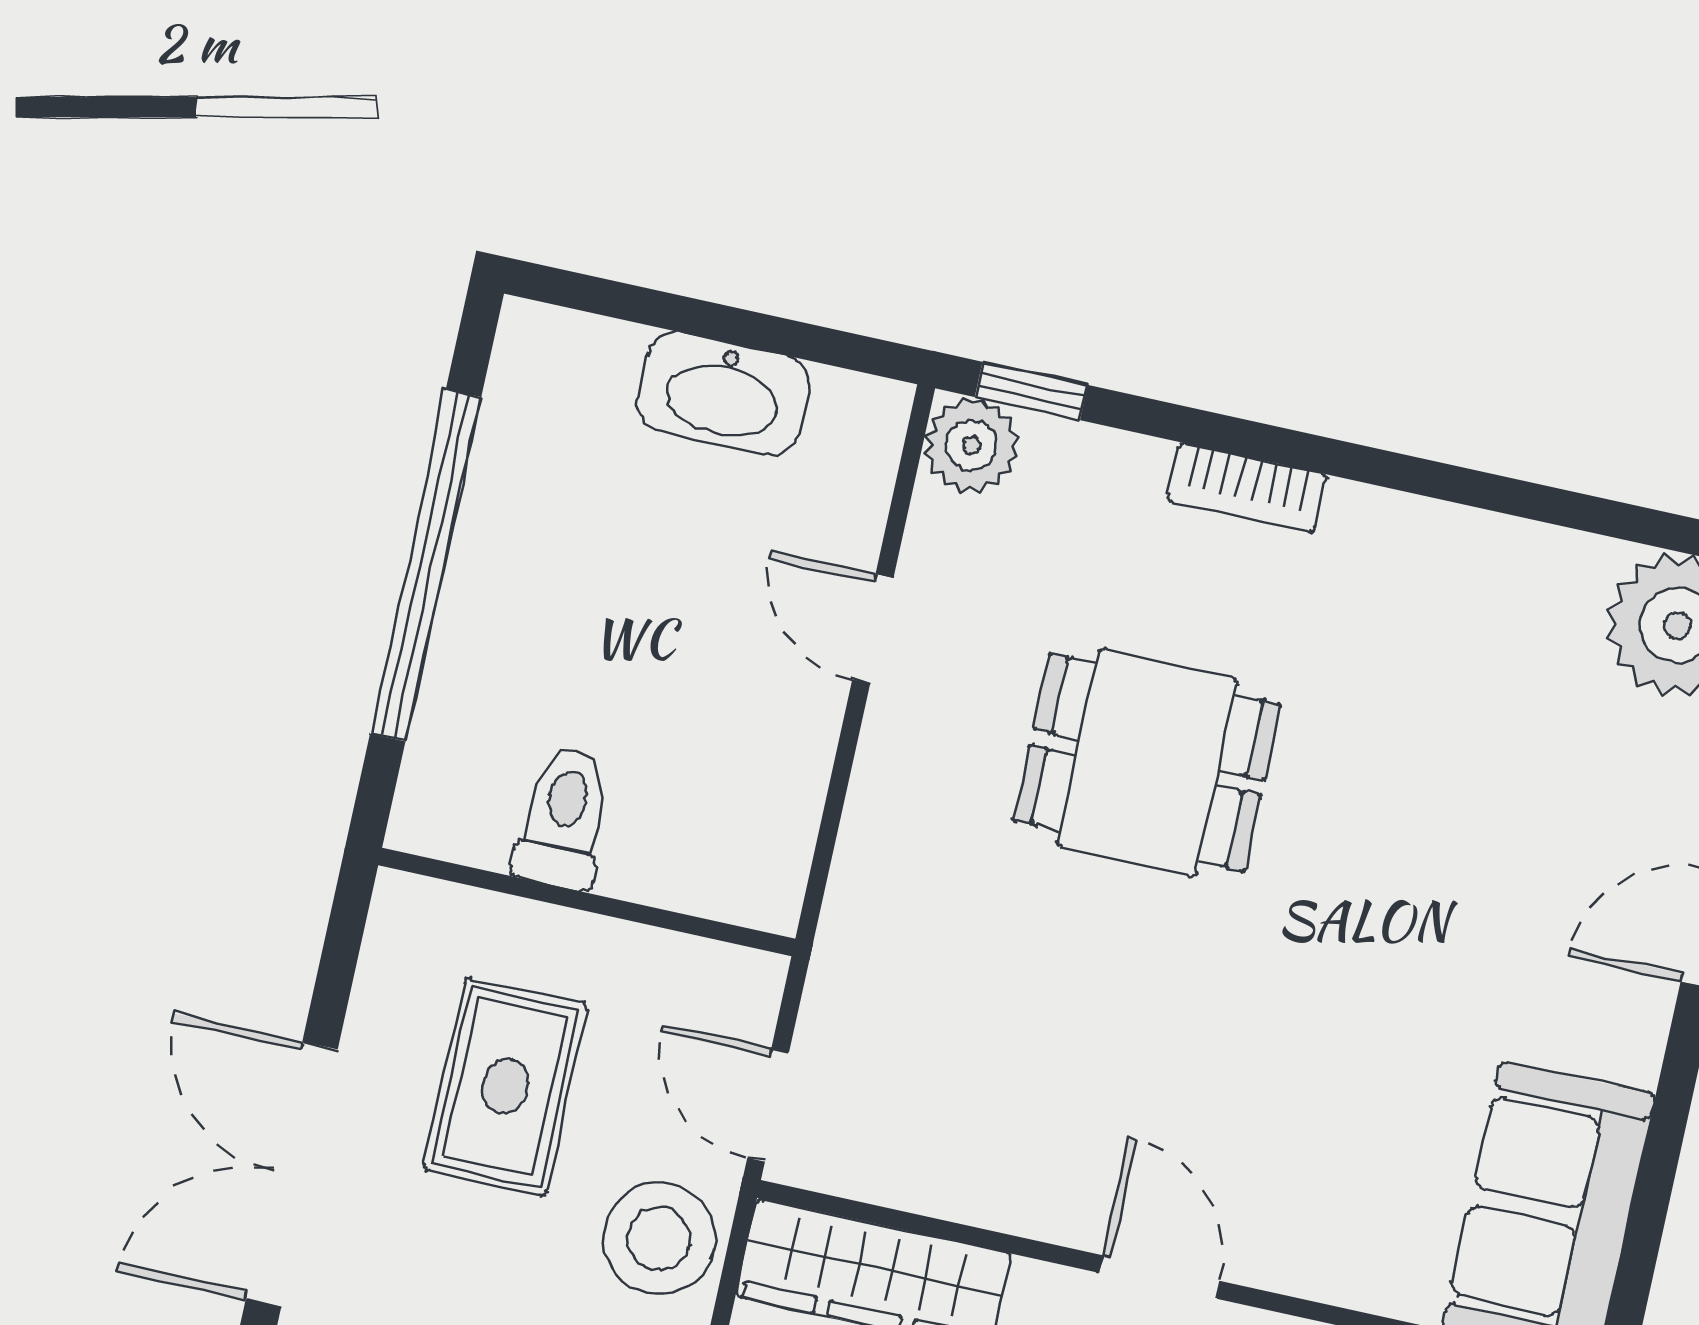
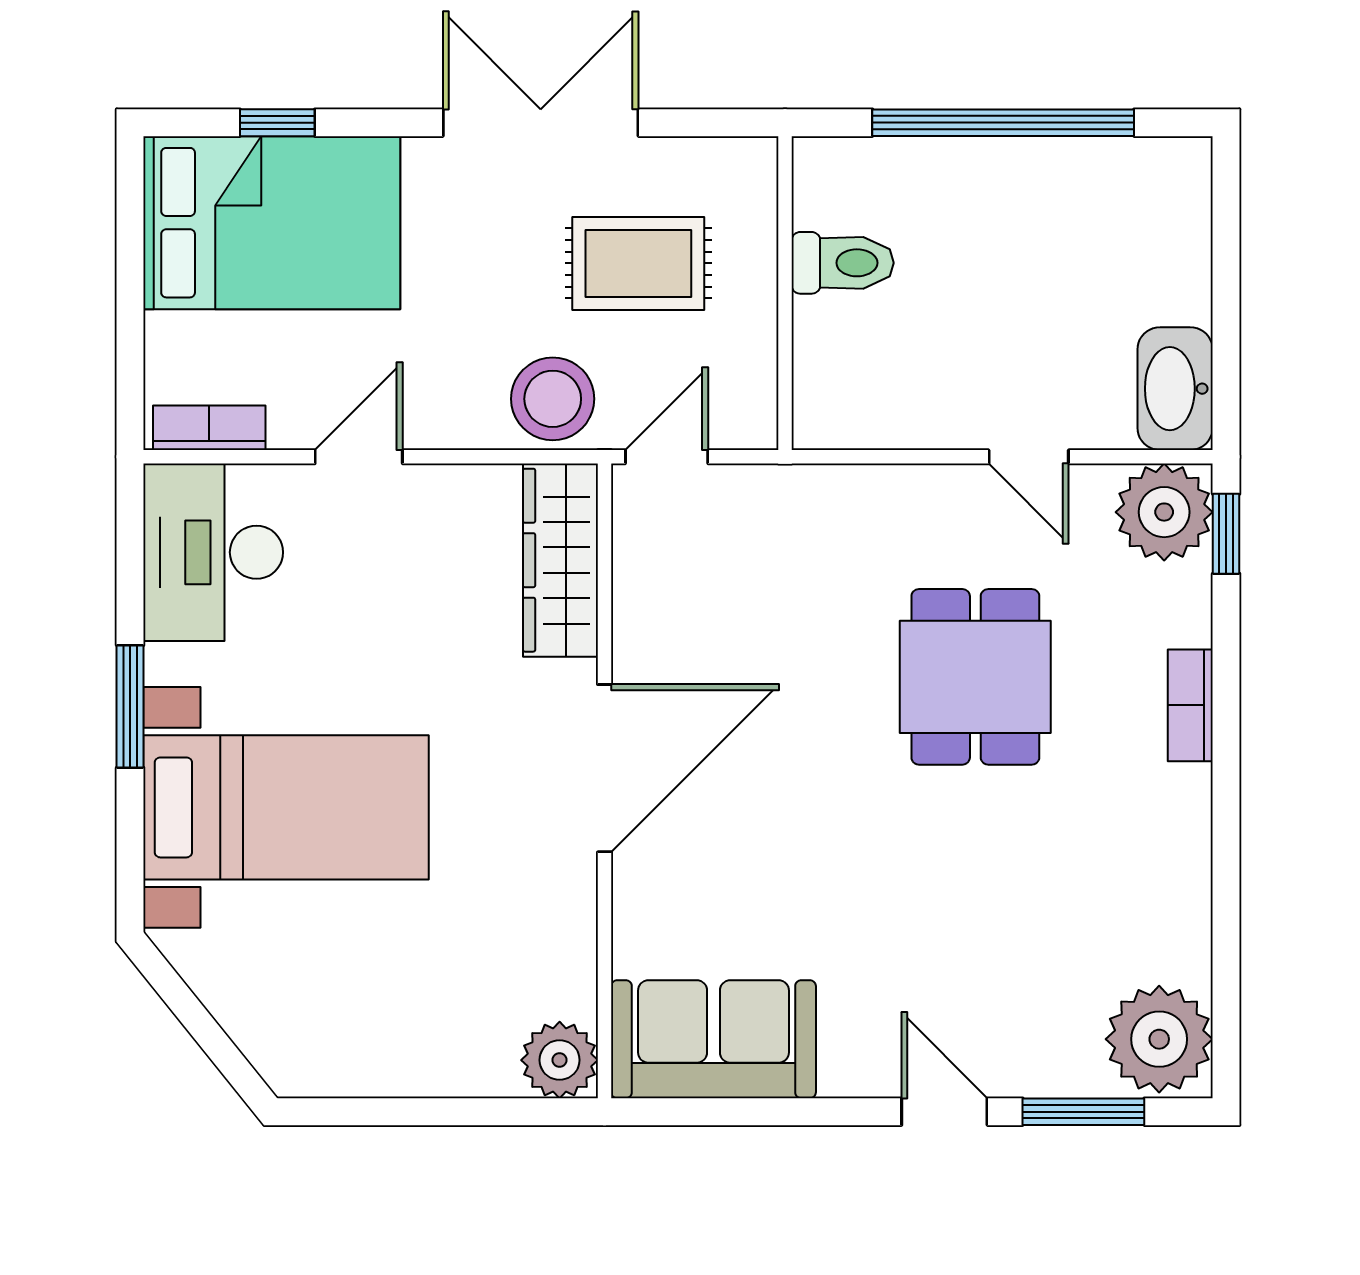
washbasin: (723, 394) -> (1175, 389), moved
plant: (971, 445) -> (1164, 512), width x1.36, depth x1.36
door: (873, 629) -> (1029, 457), swing flipped
door: (1160, 1277) -> (605, 768), width x1.88

